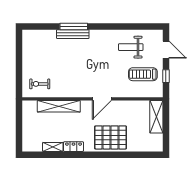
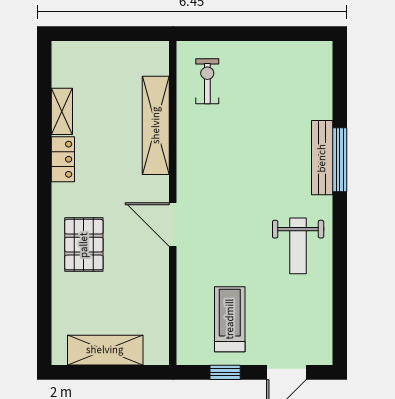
weight bench: (131, 47) -> (298, 246), moved, turned 180
shelving: (156, 117) -> (105, 350), moved
pallet: (111, 137) -> (84, 245), width x0.73, depth x0.71

